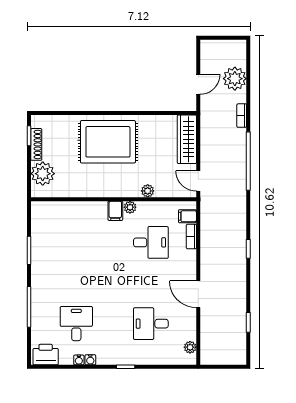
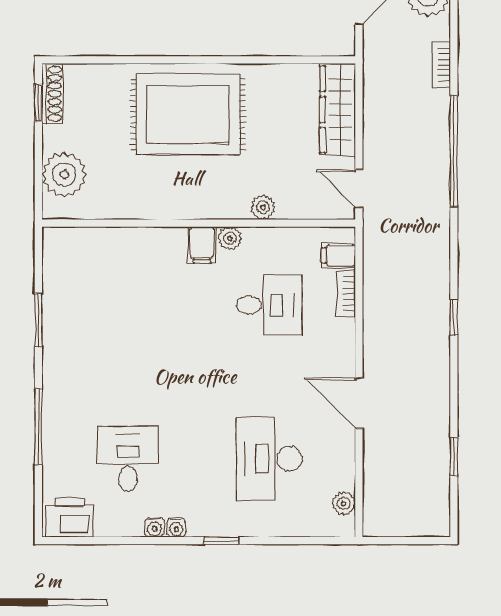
shoe rack: (36, 144) -> (52, 94), moved
desk: (151, 324) -> (269, 459), width x1.37
water cooler: (79, 360) -> (176, 528), moved

